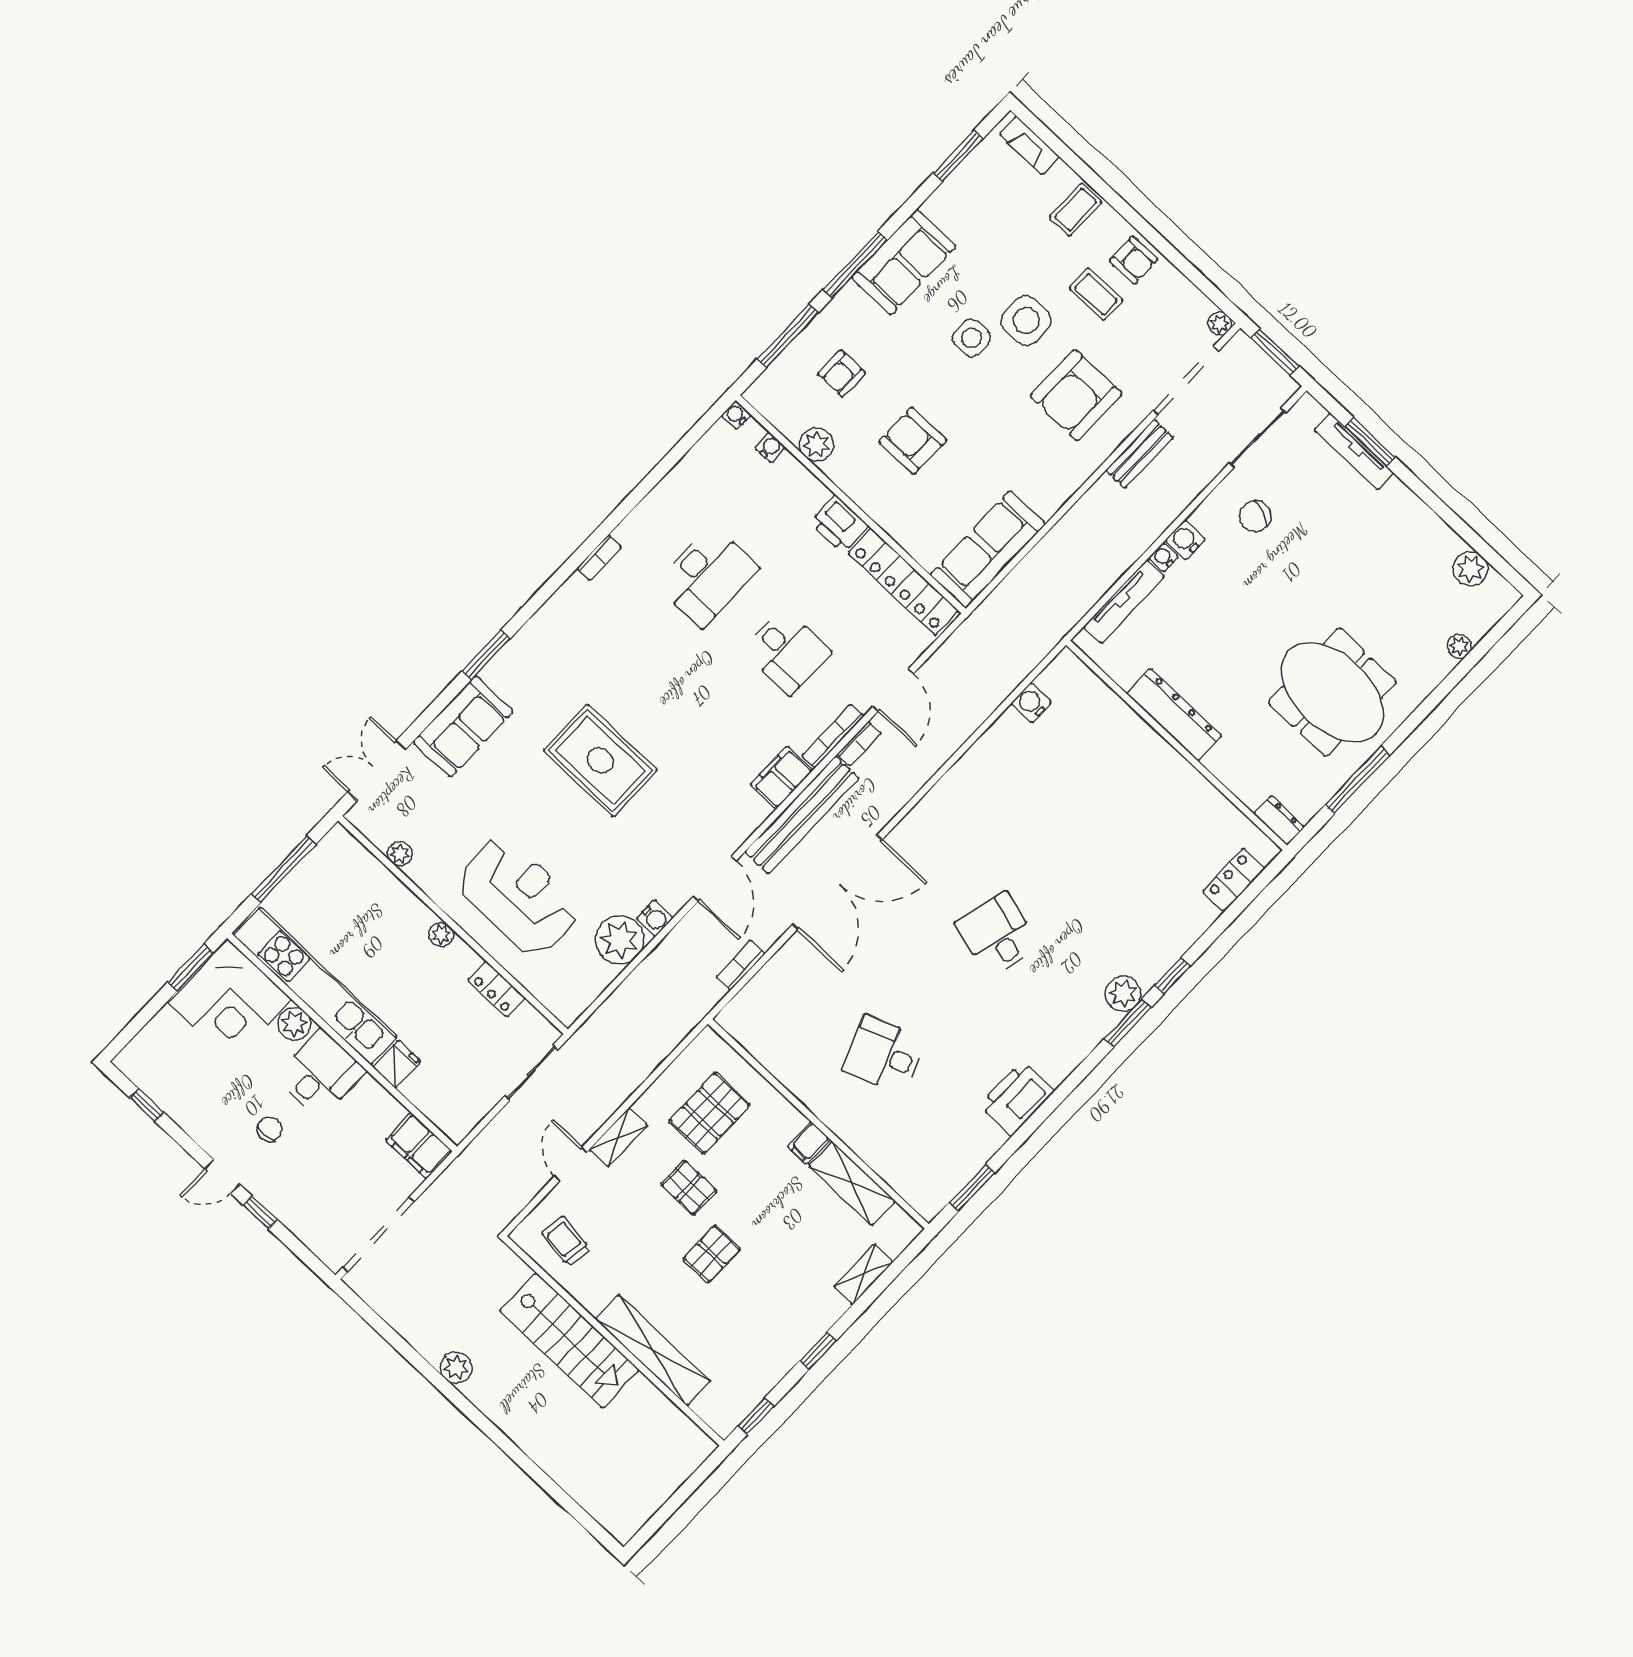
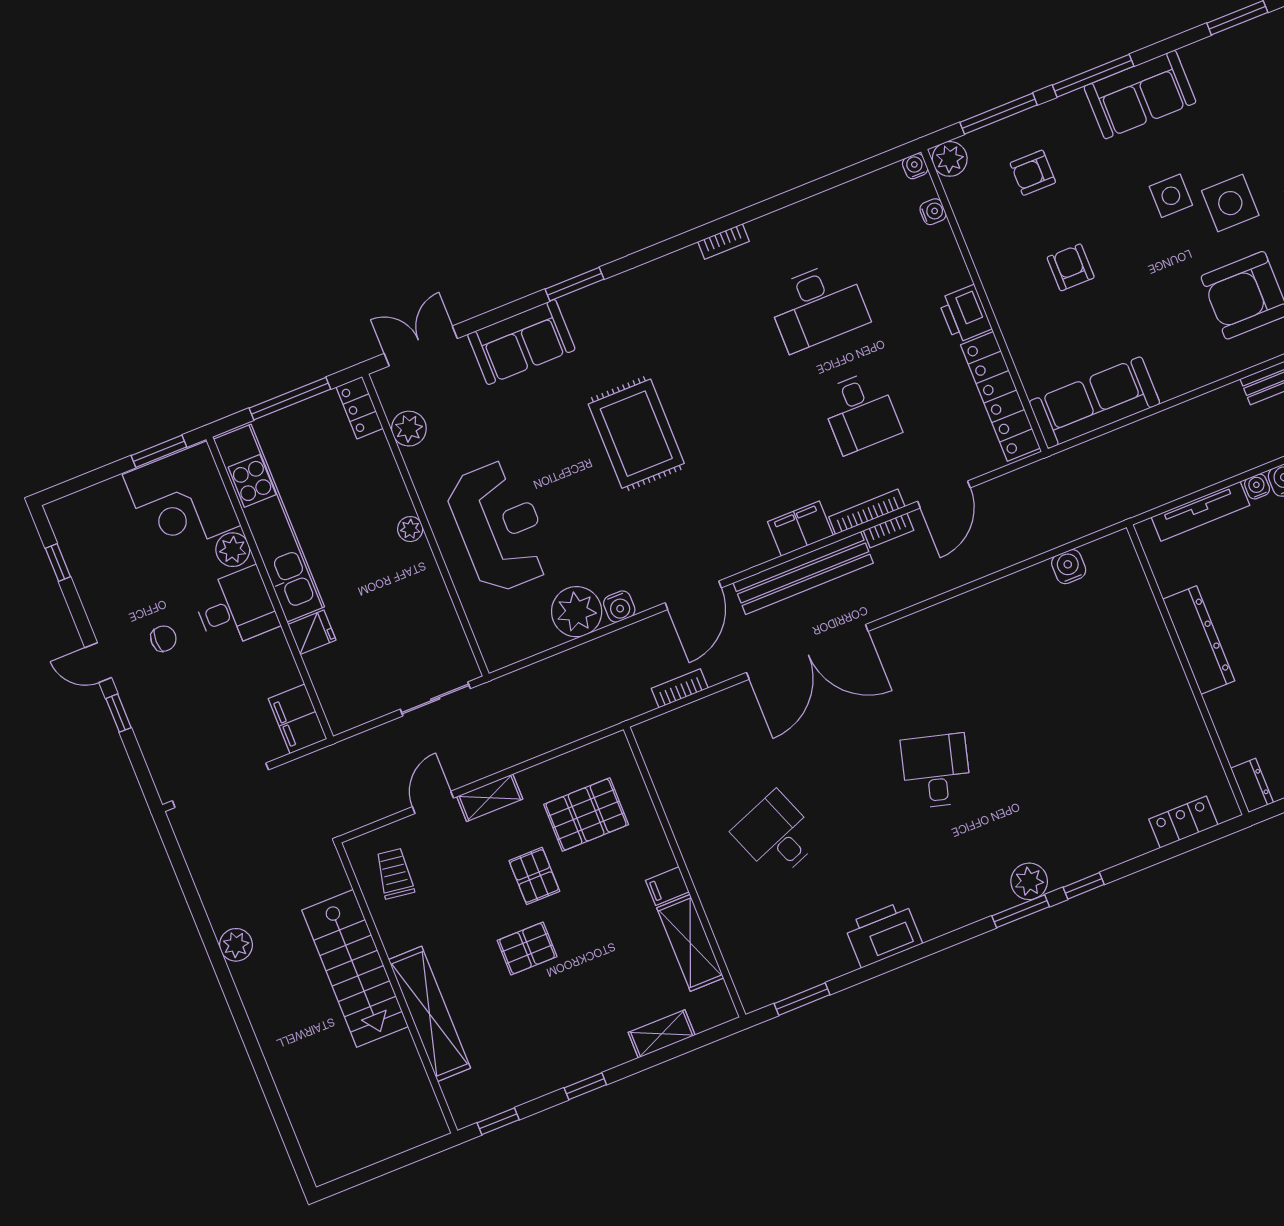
armchair: (913, 441) -> (1071, 267), width x0.72, depth x0.72
plant: (816, 445) -> (950, 159), moved
plant: (400, 854) -> (409, 429), width x1.38, depth x1.38
locker: (496, 989) -> (360, 408), moved

